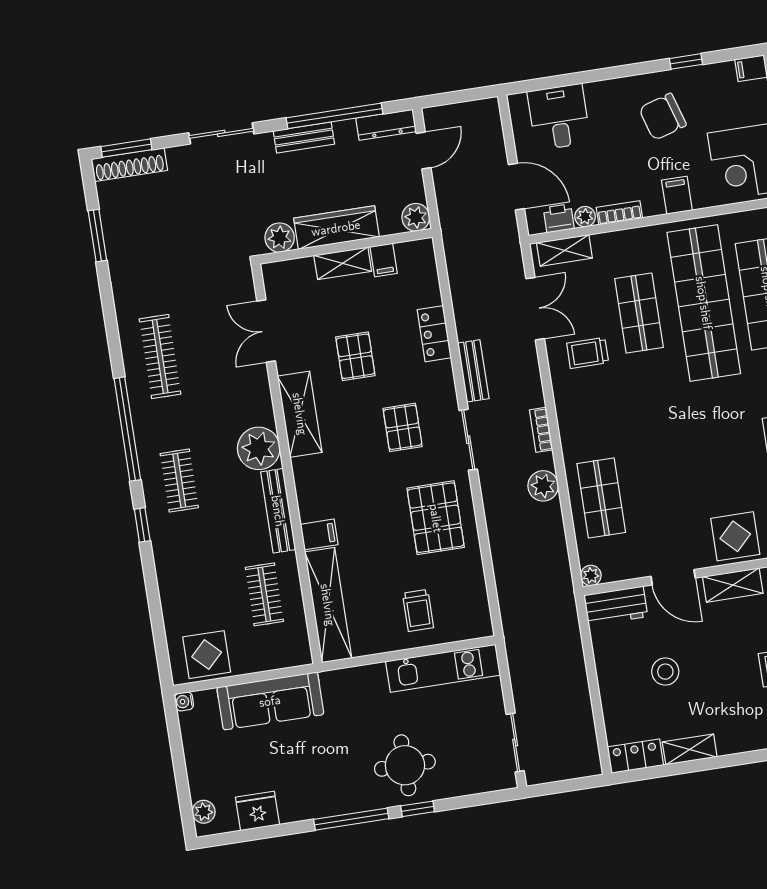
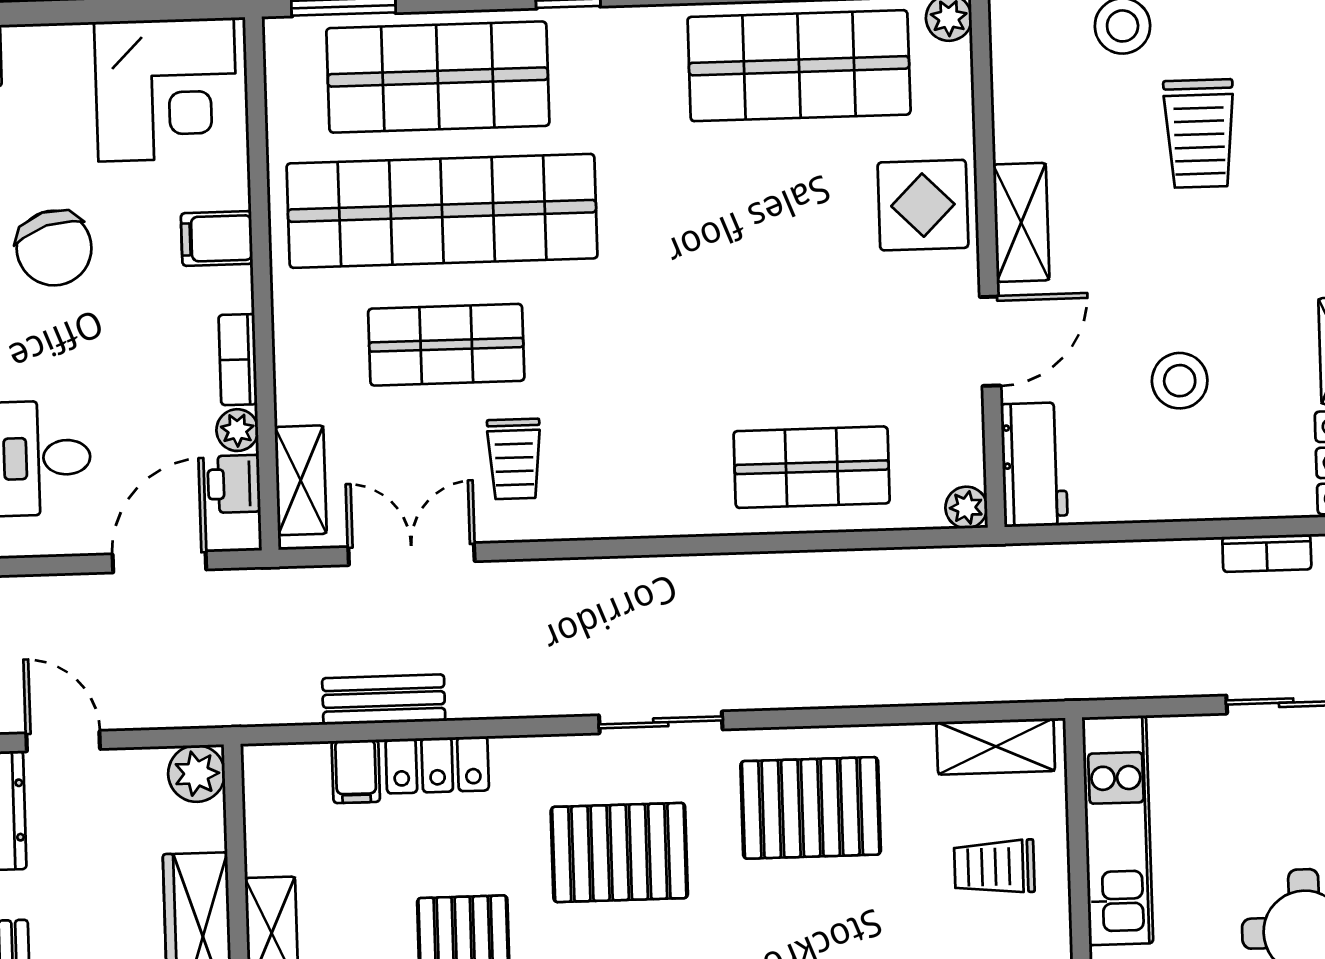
filing cabinet: (384, 260) -> (356, 771), moved, turned 90
bench: (473, 371) -> (384, 700), moved
pallet: (403, 427) -> (619, 853), width x1.50, depth x1.42
bookcase: (541, 430) -> (1267, 553), moved
plant: (543, 486) -> (773, 582), removed
shelving: (477, 604) -> (996, 746), added
trolley: (418, 610) -> (994, 867), turned 180

